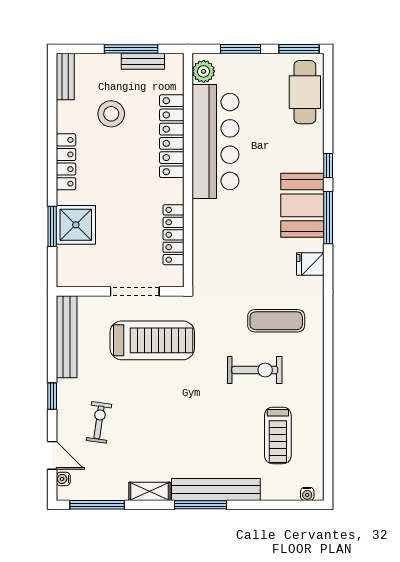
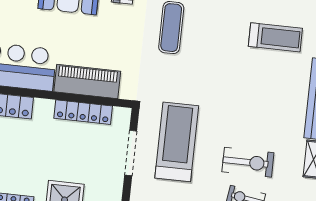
piano: (208, 236) -> (87, 81), added
exercise bike: (255, 370) -> (248, 162), moved, turned 90

